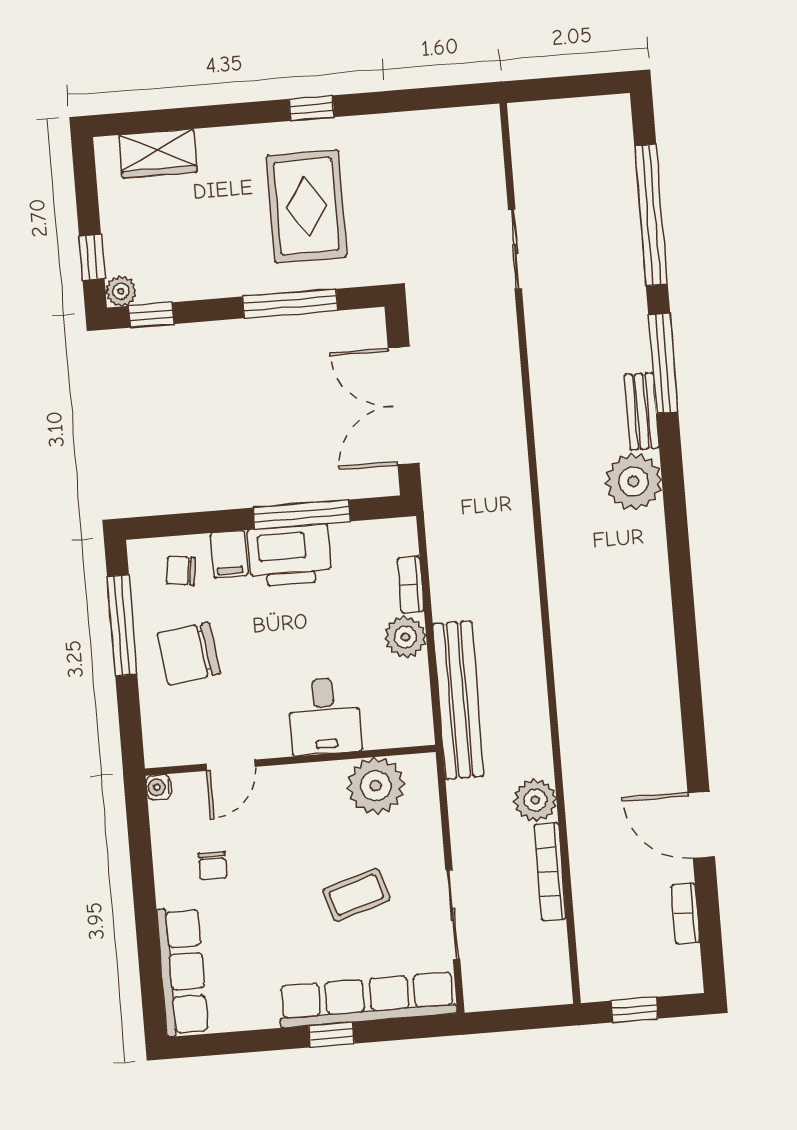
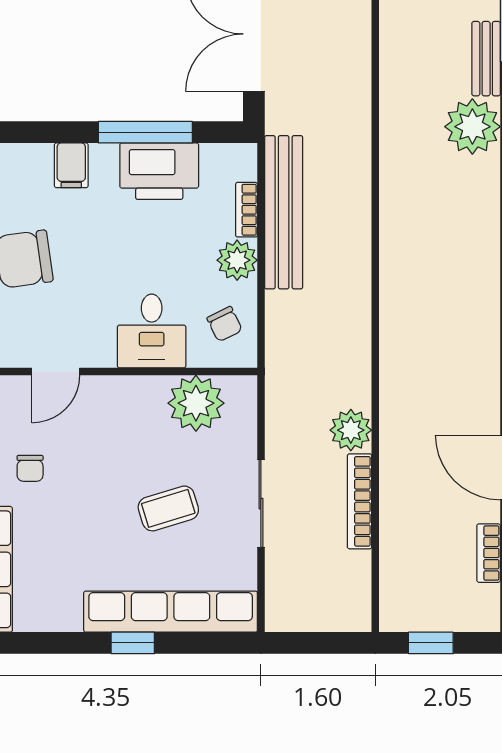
printer: (289, 555) -> (159, 171), moved
chair: (181, 571) -> (225, 324), moved, turned -123
bench: (458, 700) -> (284, 212), moved
sliding door: (453, 914) -> (261, 504), moved

